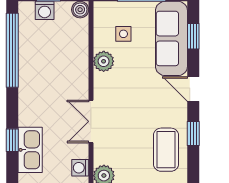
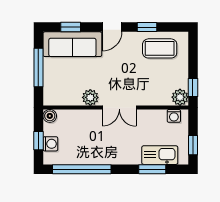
side table: (123, 34) -> (69, 82), removed
double door: (91, 121) -> (119, 107), moved
window: (12, 140) -> (152, 169), width x1.50

